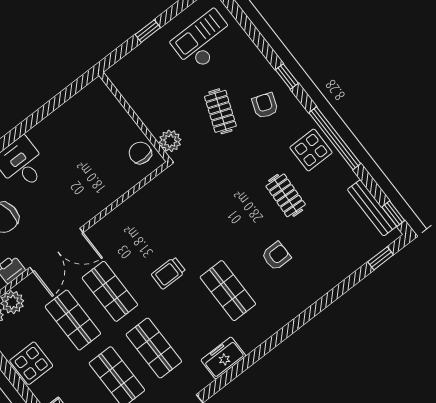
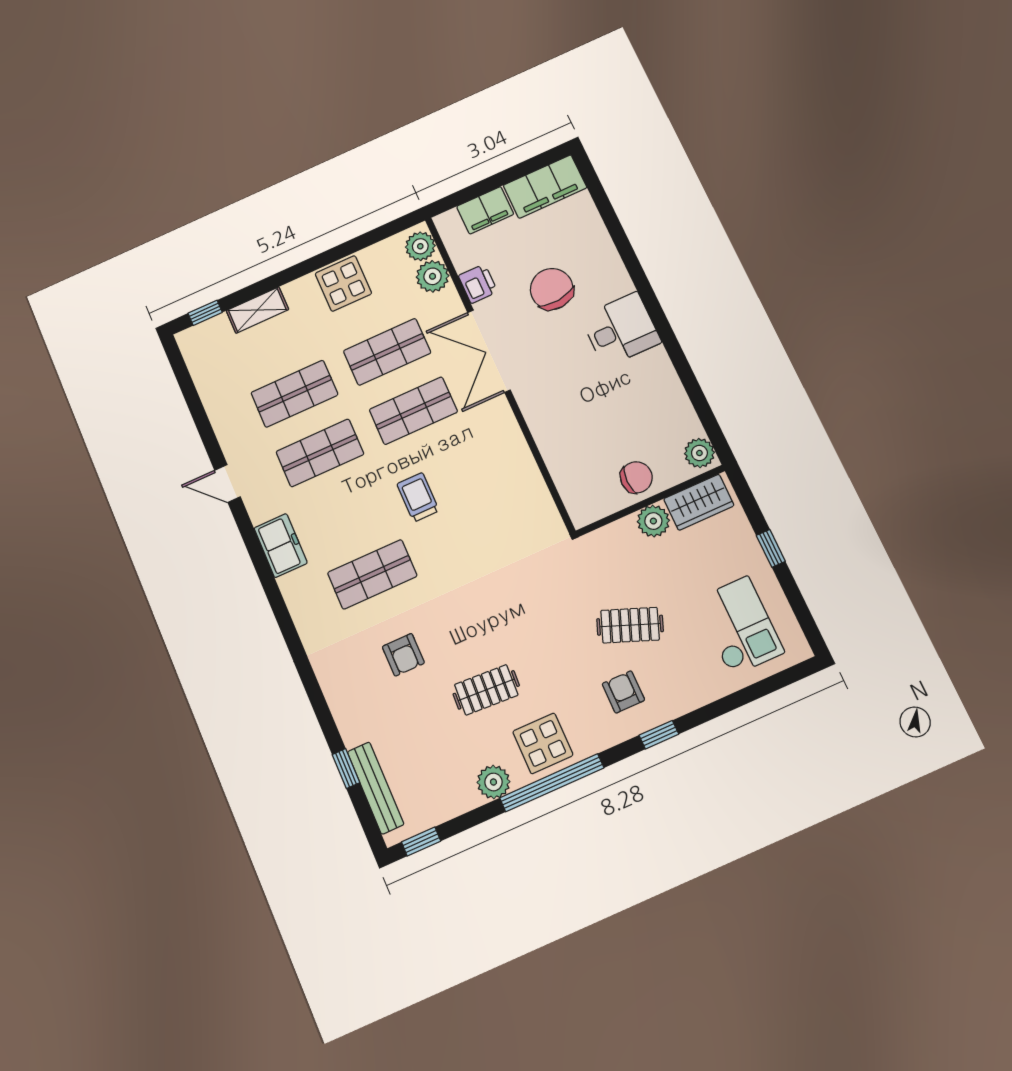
wardrobe: (128, 85) -> (699, 502), added
plant: (95, 92) -> (699, 453), added
armchair: (265, 106) -> (623, 692), turned -110
plant: (170, 141) -> (653, 521), moved
chair: (140, 153) -> (636, 477), moved
plant: (344, 176) -> (493, 782), added
bench: (372, 208) -> (376, 788), moved, turned 90
window: (381, 258) -> (346, 769), moved

